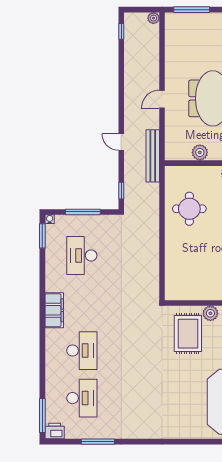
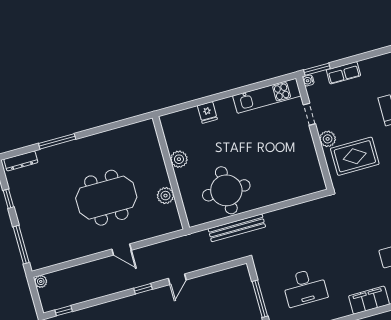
bench: (153, 156) -> (237, 228), moved
window: (121, 191) -> (143, 289), moved
round table: (189, 209) -> (226, 190), width x1.36, depth x1.36

